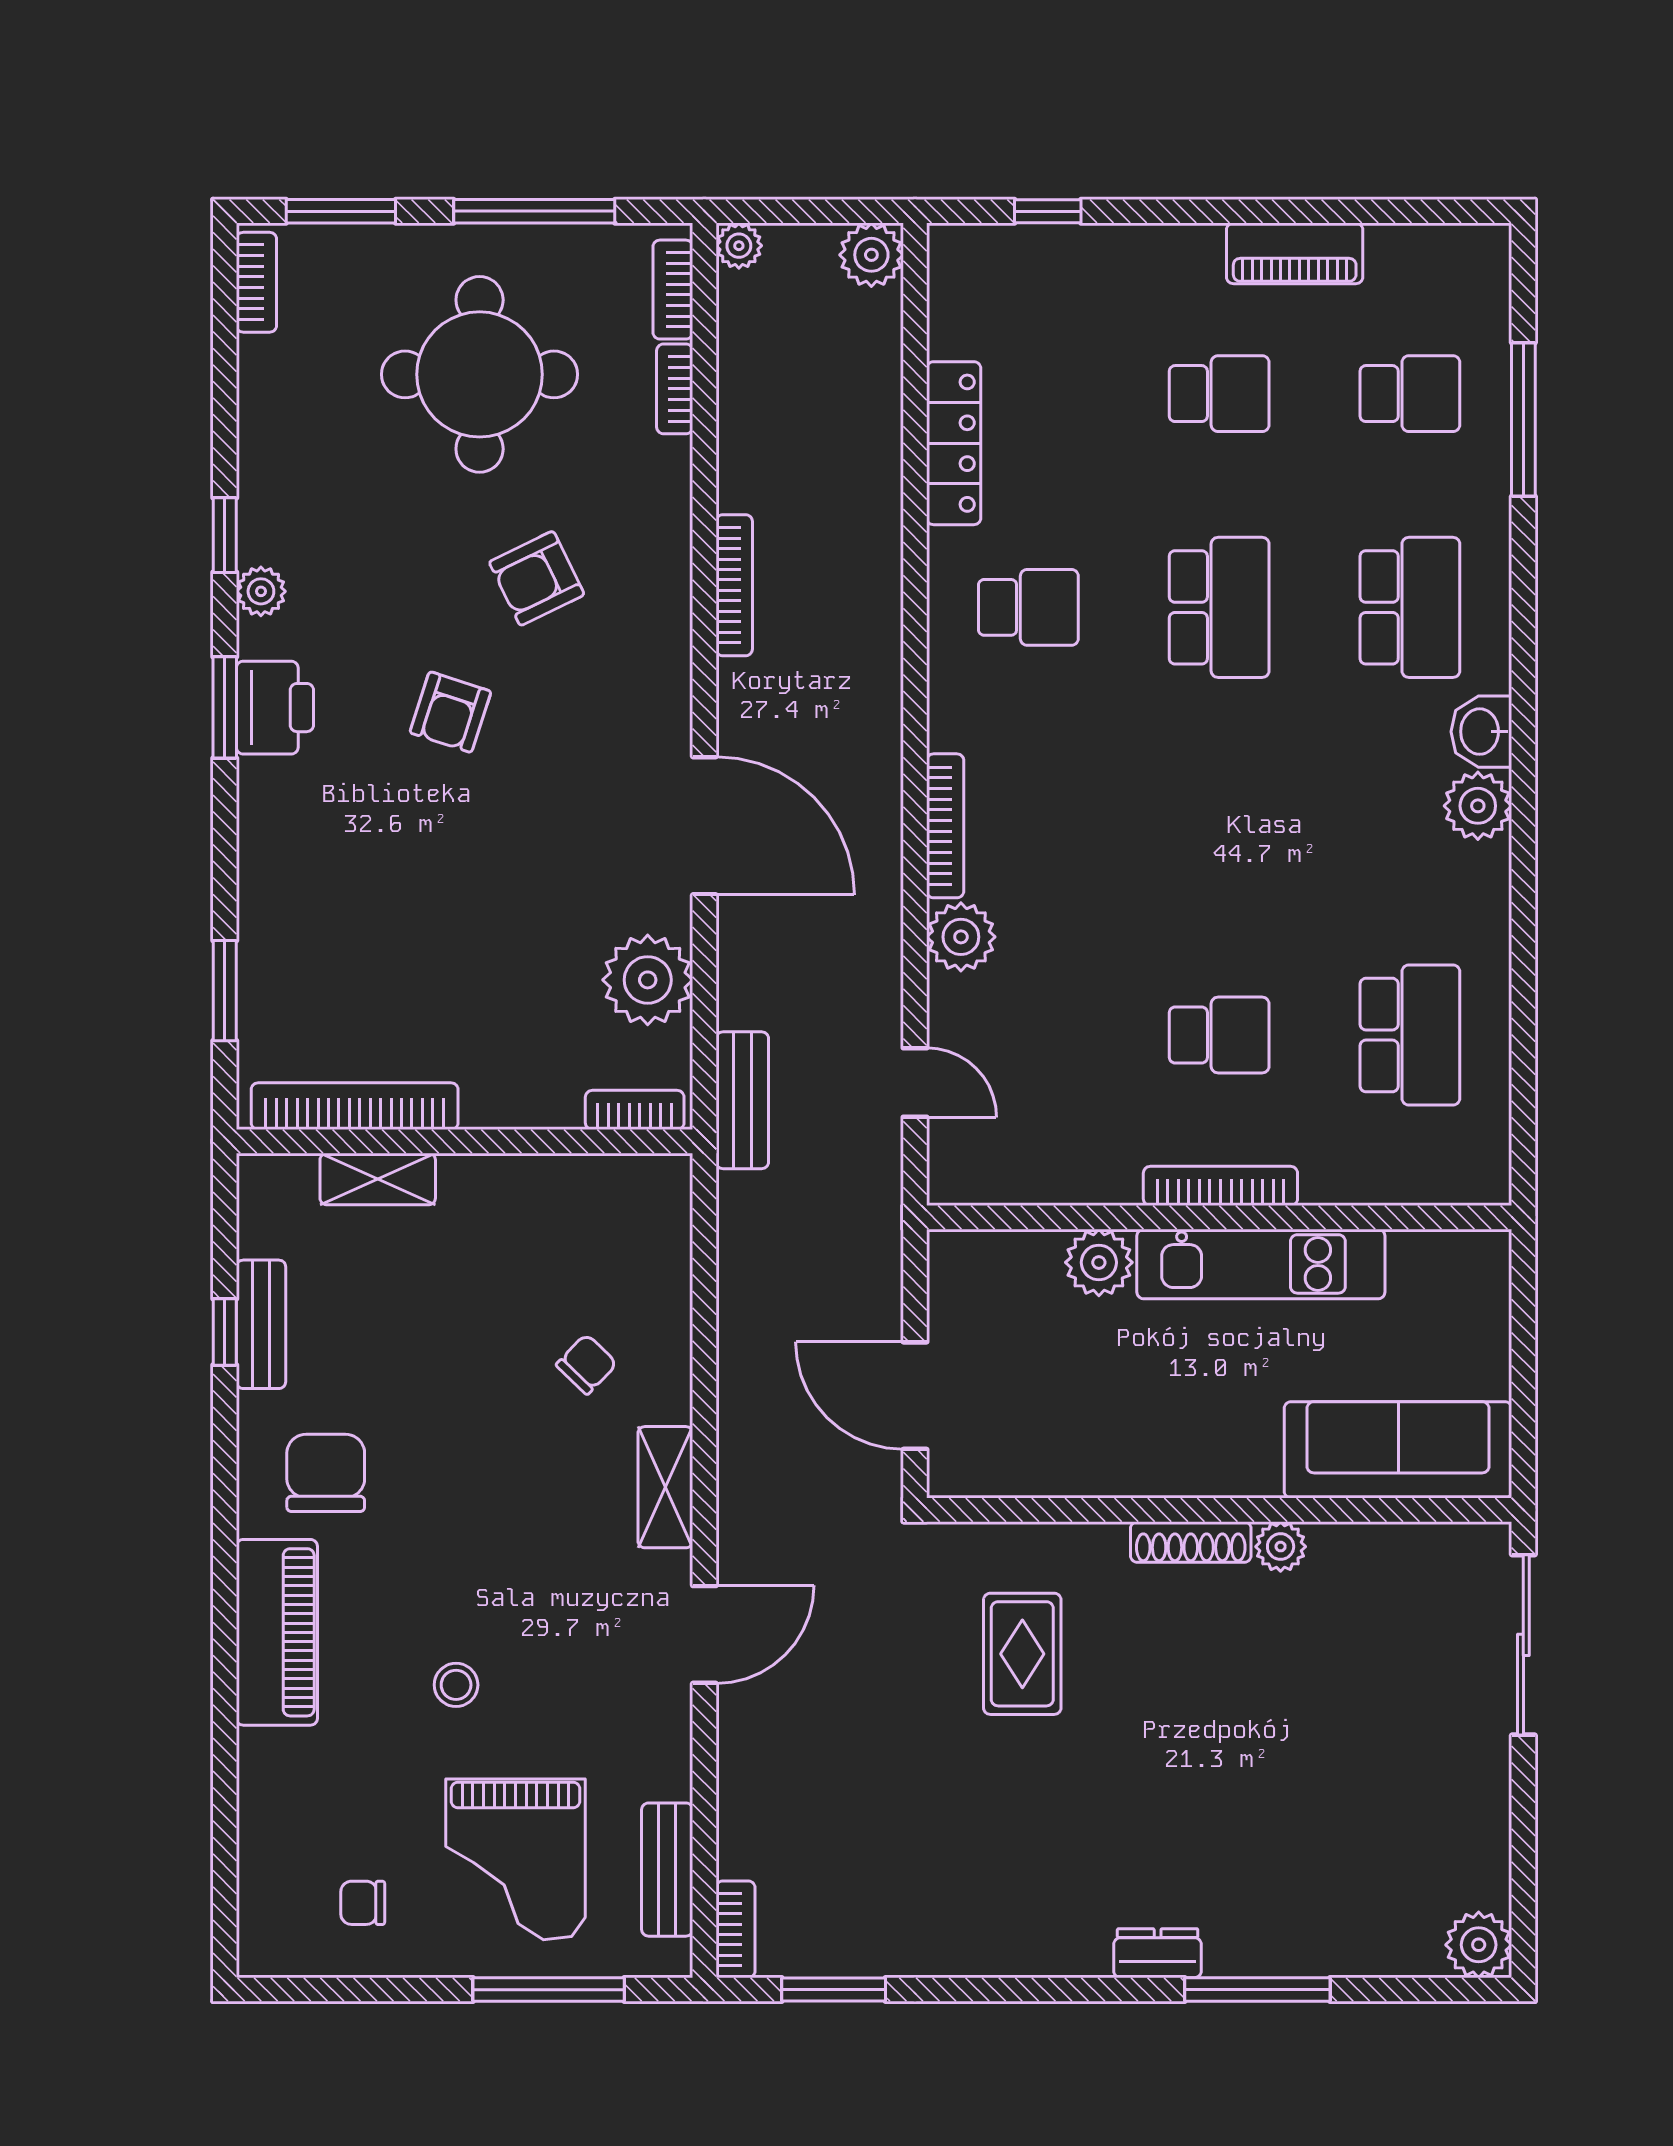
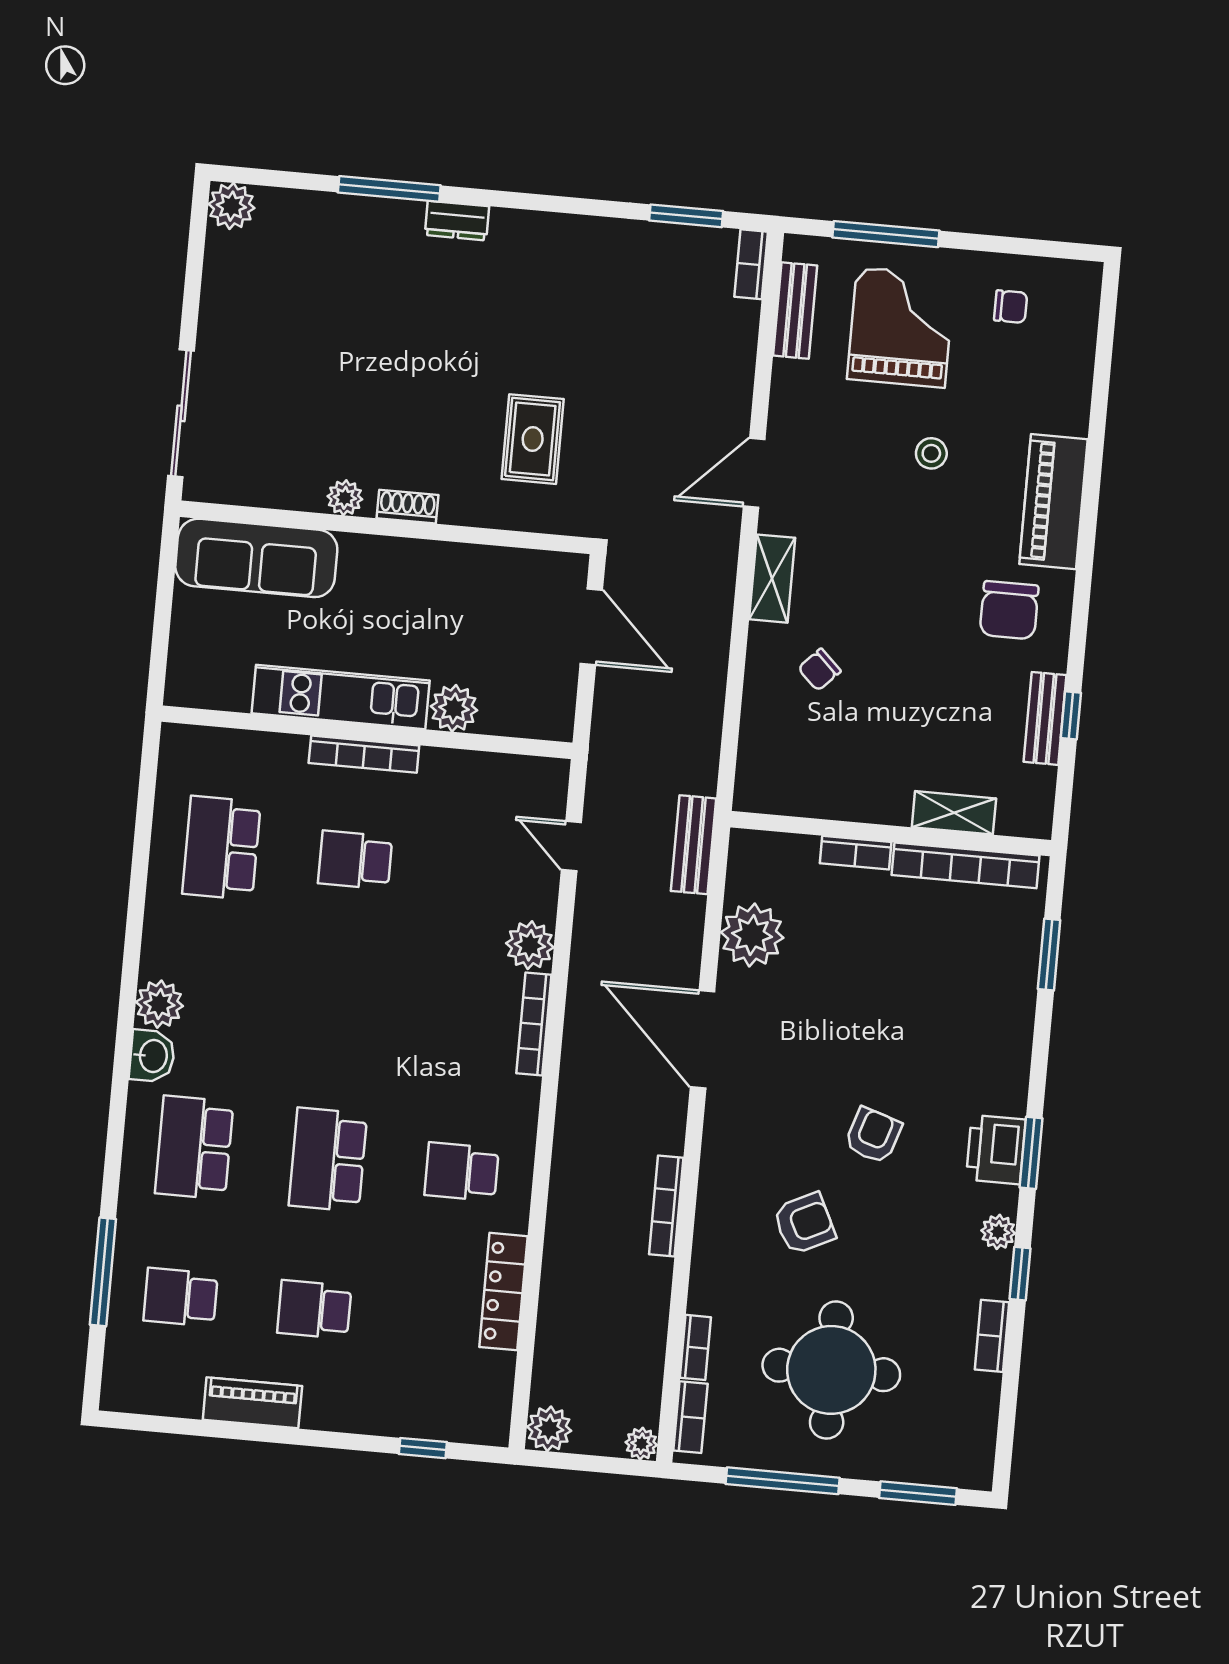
bookcase: (256, 282) -> (992, 1336), moved
bookcase: (635, 1110) -> (856, 853), moved
shoe rack: (1191, 1542) -> (407, 507), width x0.70

